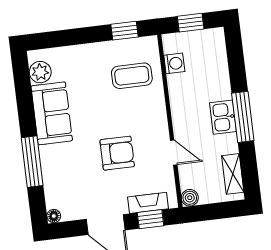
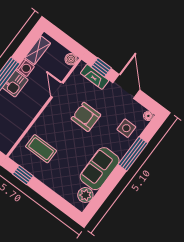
washing machine: (174, 63) -> (25, 68), moved, turned 180
side table: (64, 182) -> (126, 128), added

